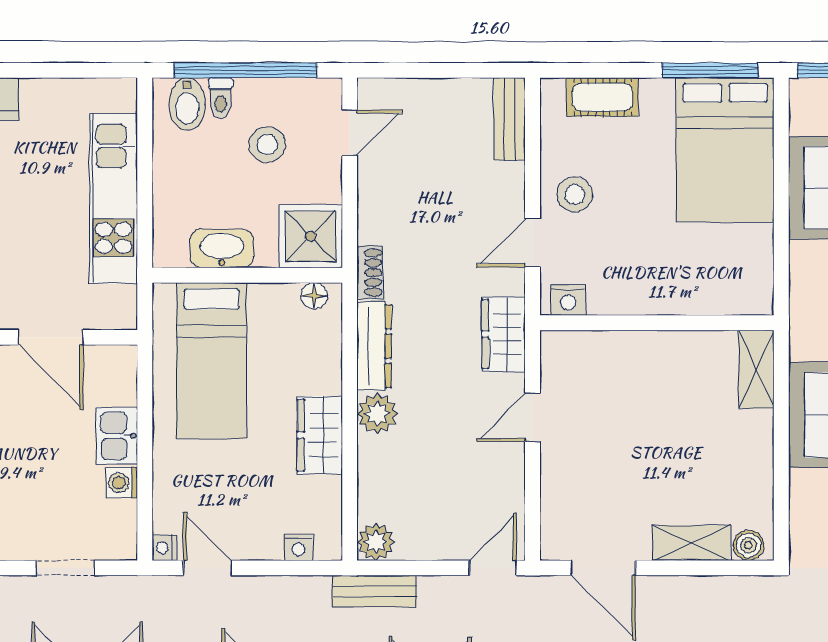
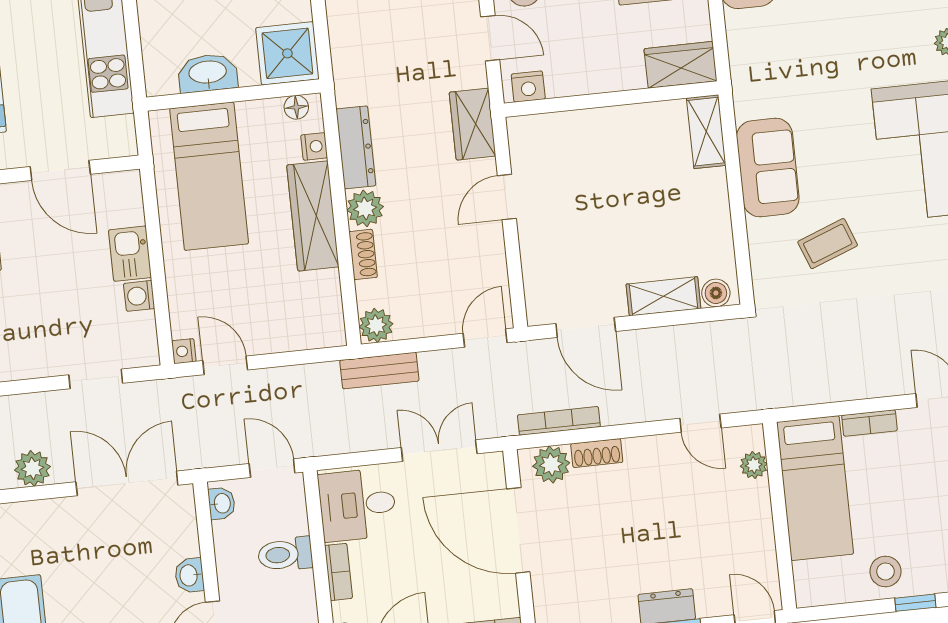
door: (533, 243) -> (490, 38), swing flipped
shoe rack: (370, 273) -> (363, 254), moved
wardrobe: (736, 294) -> (681, 65), added
wardrobe: (320, 435) -> (313, 216), width x1.50
nightstand: (299, 547) -> (314, 146), moved, turned -90

